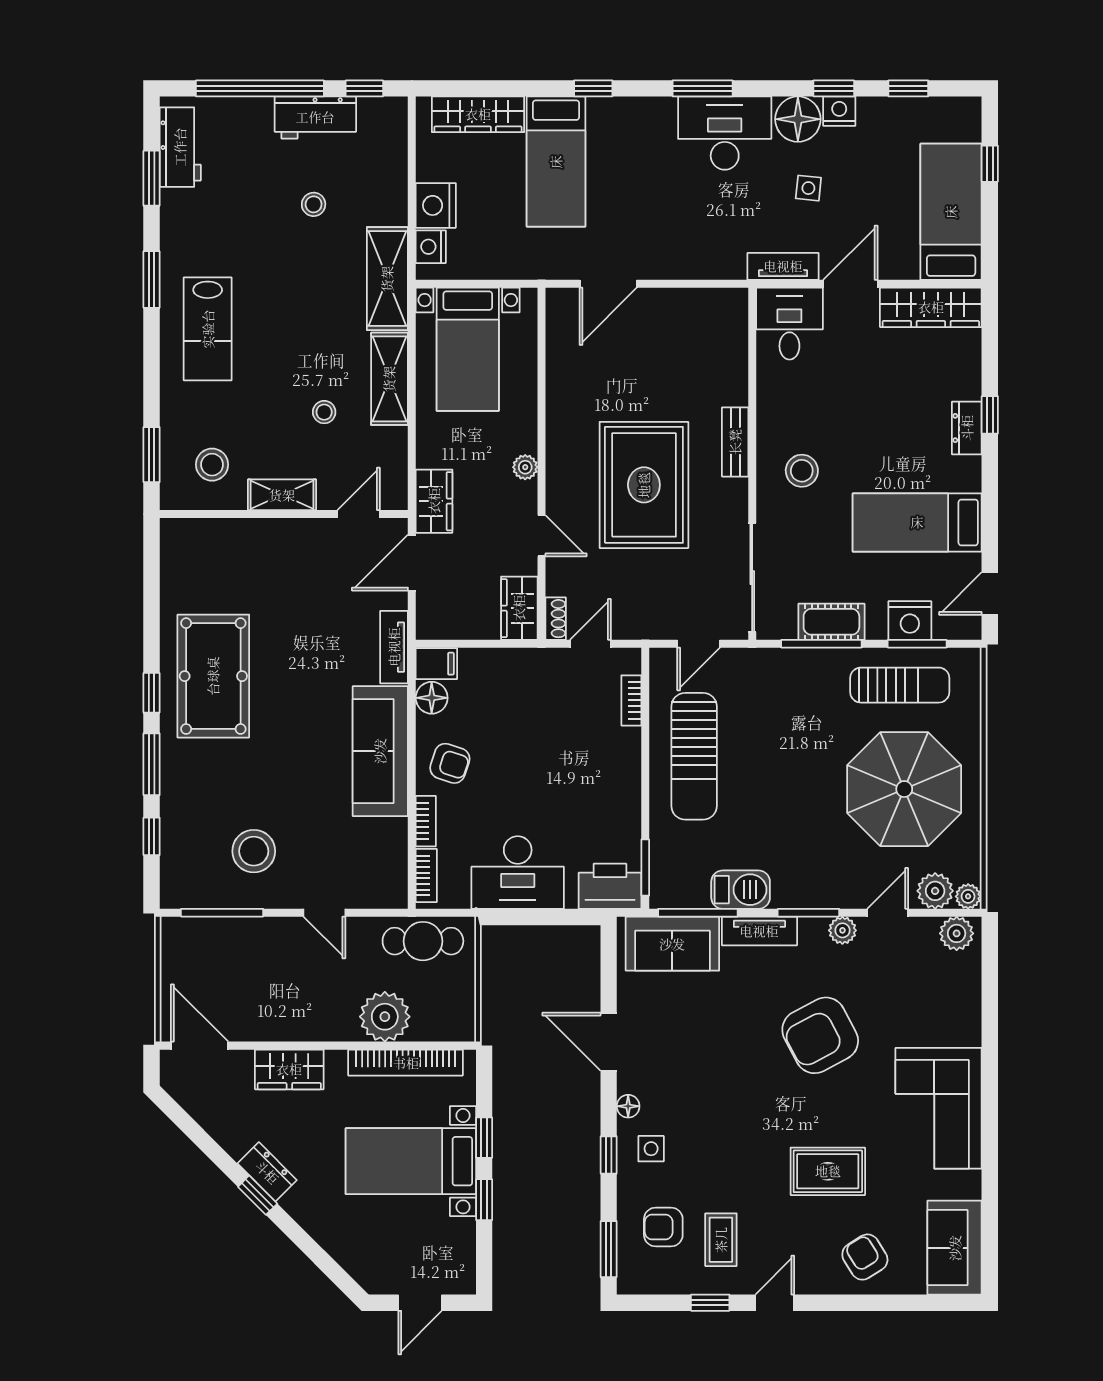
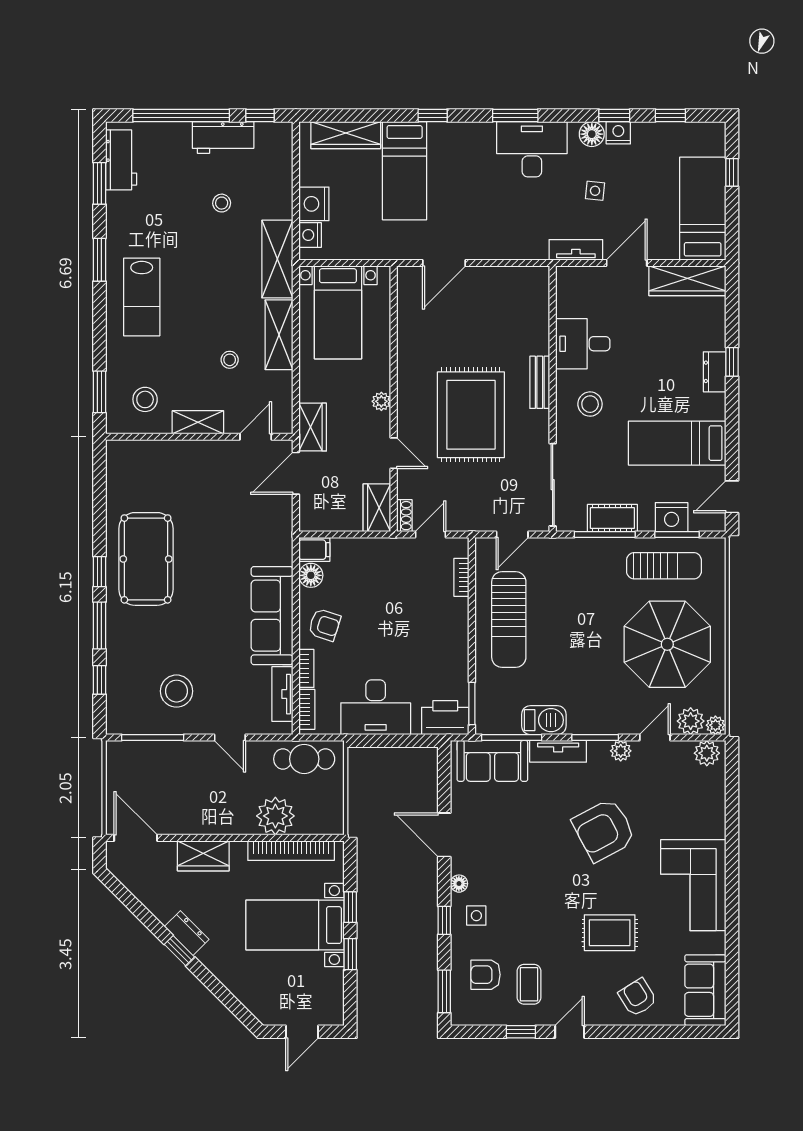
floor lamp: (798, 119) -> (592, 134), width x0.73, depth x0.73
desk: (789, 324) -> (583, 344), moved, turned -90
tv unit: (394, 647) -> (282, 694), moved

